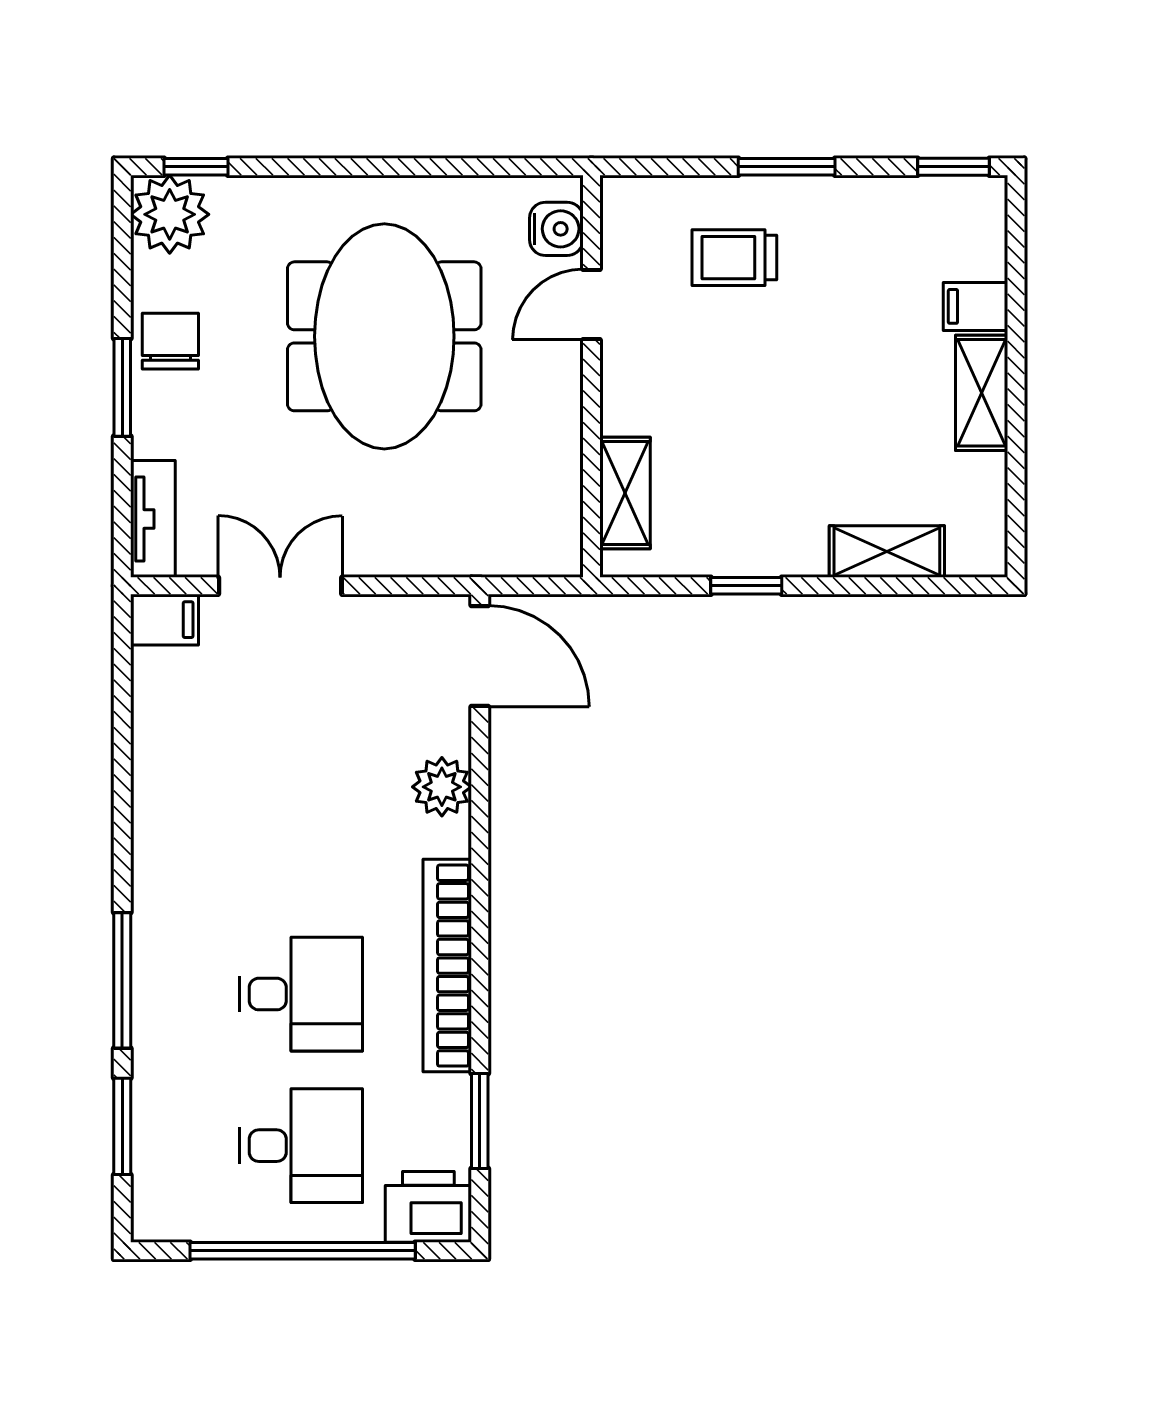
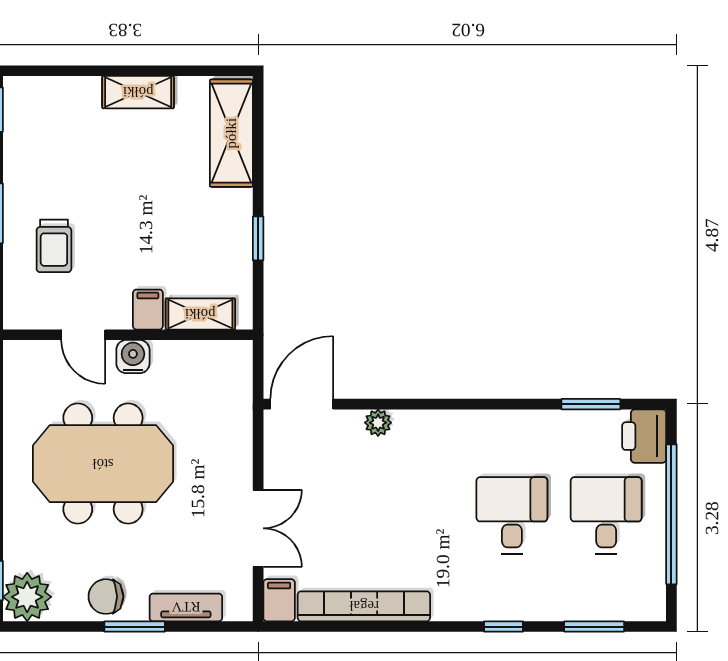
water cooler: (556, 229) -> (133, 357), moved
filing cabinet: (975, 306) -> (148, 310), moved, turned 180
tv unit: (153, 519) -> (186, 607), moved
shelving: (887, 552) -> (231, 133), width x1.50, depth x1.33
double door: (280, 586) -> (258, 528), swing flipped
plant: (442, 787) -> (378, 423), width x0.73, depth x0.73
bookcase: (447, 966) -> (364, 606), moved, turned 180
window: (122, 980) -> (503, 627), width x0.46

